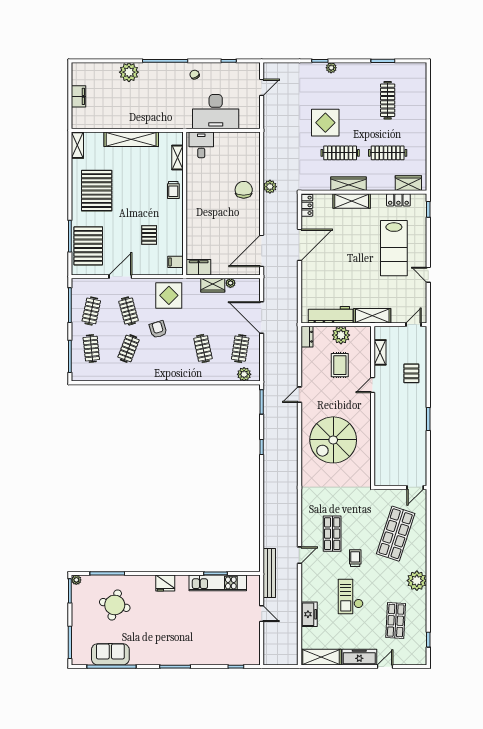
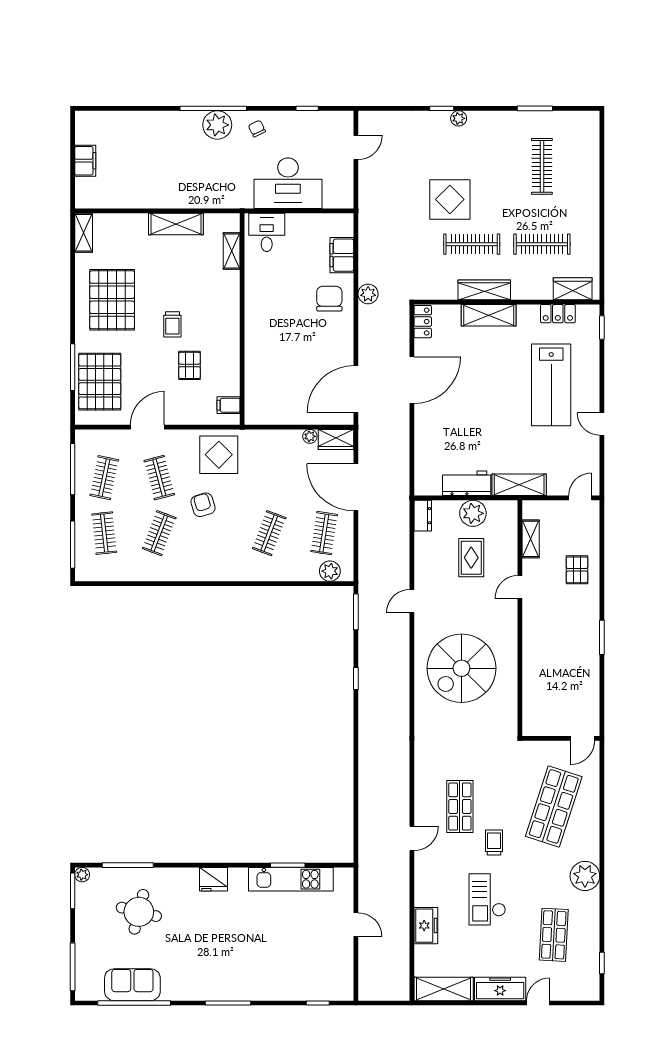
plant: (129, 72) -> (217, 125), moved
shelving: (131, 139) -> (176, 224), width x0.68
trolley: (173, 190) -> (172, 324), moved
filing cabinet: (199, 267) -> (342, 255), moved, turned -90
wardrobe: (213, 285) -> (336, 440), moved
workbench: (331, 315) -> (467, 483), width x0.73
clothes rail: (203, 349) -> (269, 533), turned 33
bench: (269, 573) -> (367, 865), removed

